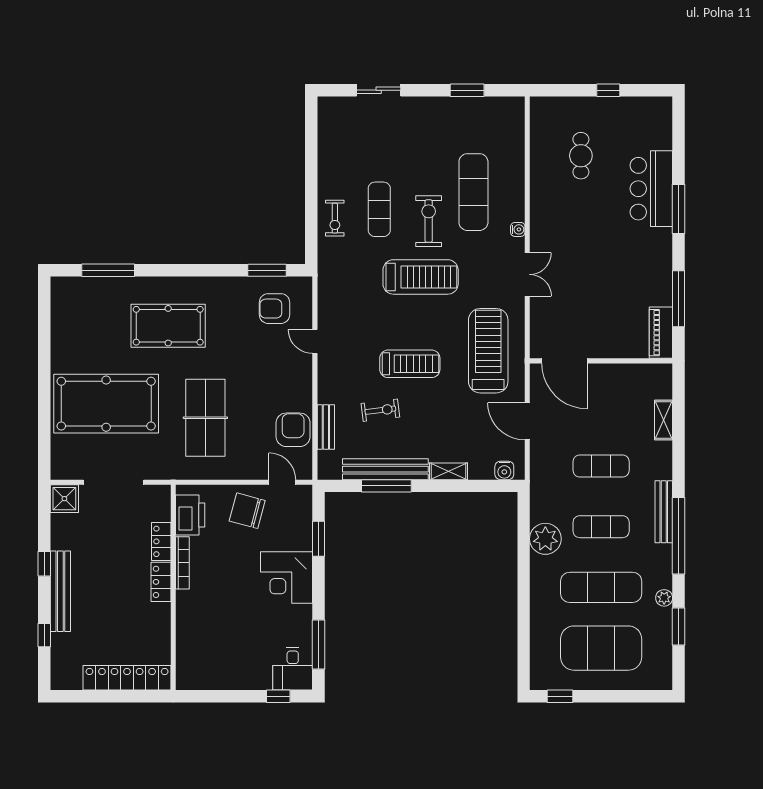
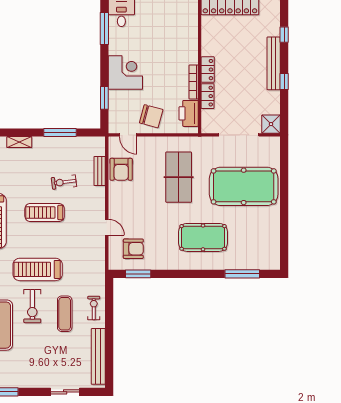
bench: (385, 469) -> (98, 356), moved, turned 90

